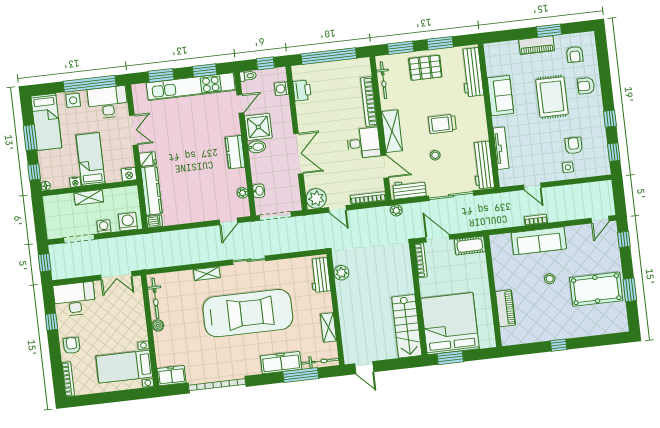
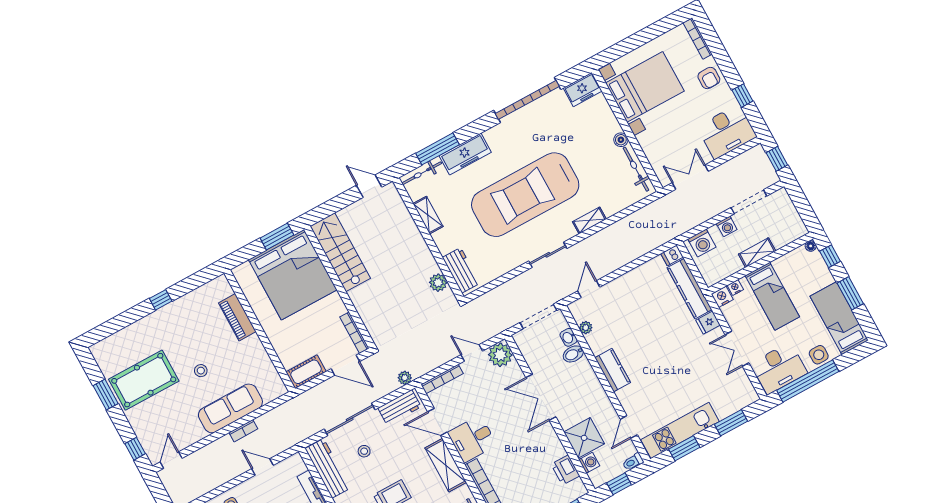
kitchen unit: (191, 87) -> (680, 431), width x0.73
shower: (258, 127) -> (584, 438), moved
bidet: (257, 147) -> (573, 354), moved
stool: (435, 155) -> (364, 451), moved
nightstand: (75, 182) -> (735, 288), moved
bed with nightstands: (124, 367) -> (645, 87), width x1.36

